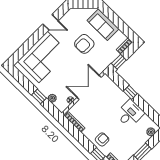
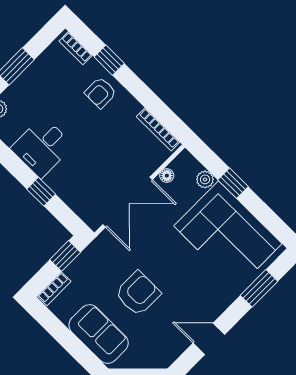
window: (27, 46) -> (259, 288), added
corner sofa: (43, 57) -> (228, 235), moved, turned -90

